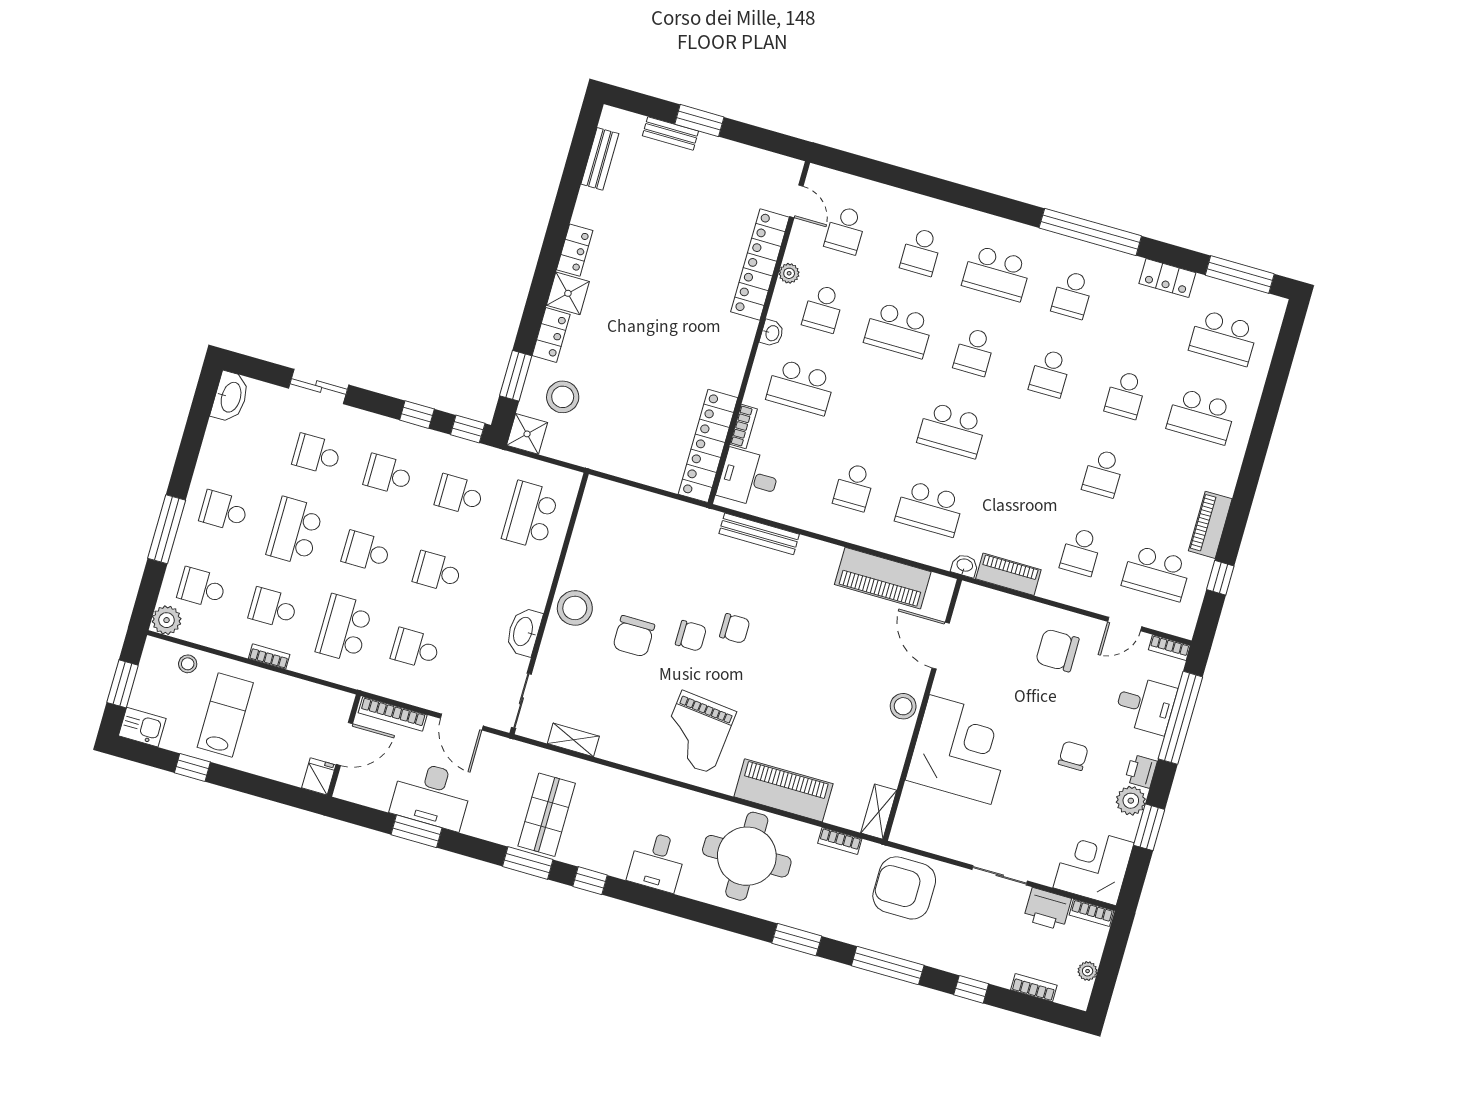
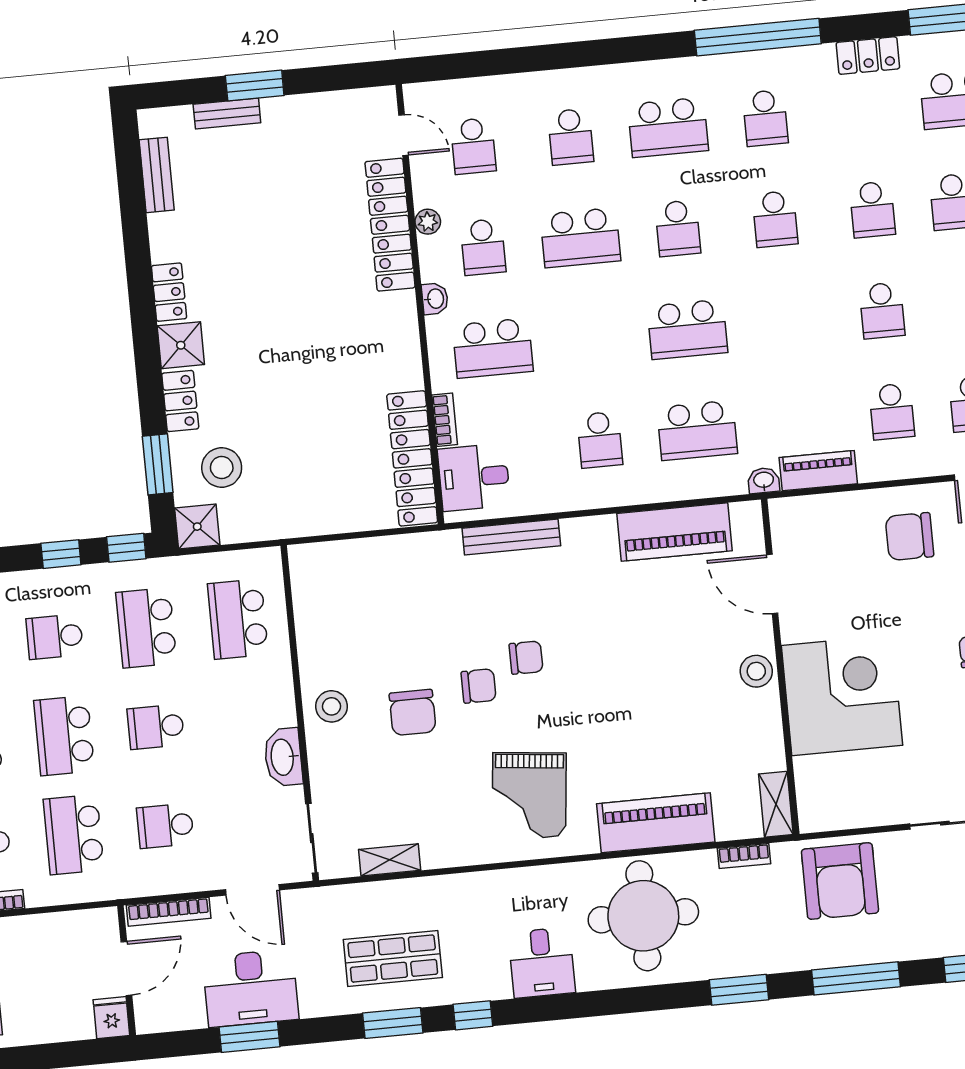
school desk: (459, 495) -> (146, 628), width x1.85
school desk: (366, 551) -> (64, 736), width x1.85
stool: (575, 608) -> (331, 706), width x0.73, depth x0.73
shop shelf: (547, 815) -> (393, 959), turned 90
armchair: (904, 888) -> (840, 881), turned -90

